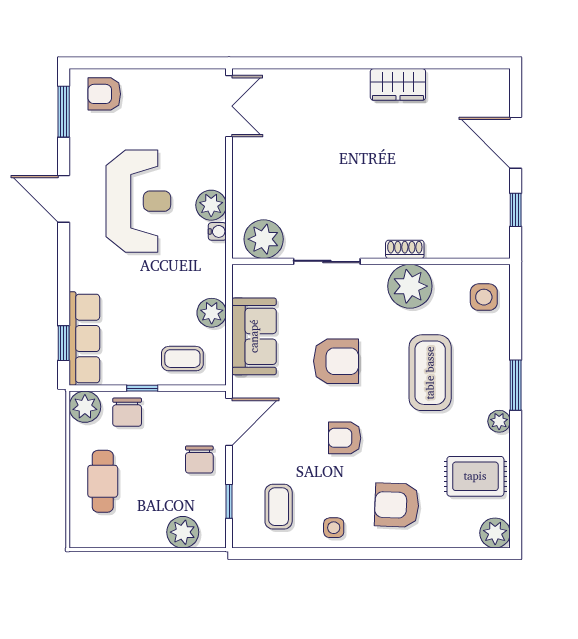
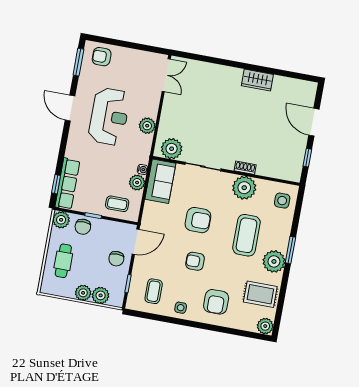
water cooler: (217, 231) -> (143, 169), moved
sofa: (254, 336) -> (160, 181), moved
plant: (499, 421) -> (274, 261), width x1.88, depth x1.88
armchair: (397, 505) -> (216, 302), turned -92
plant: (150, 533) -> (83, 293), added

